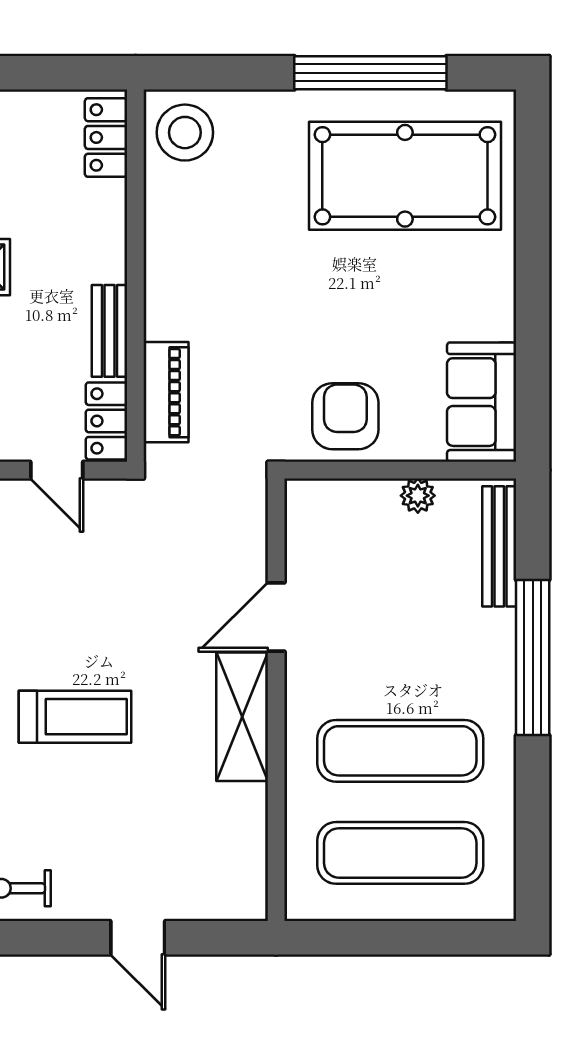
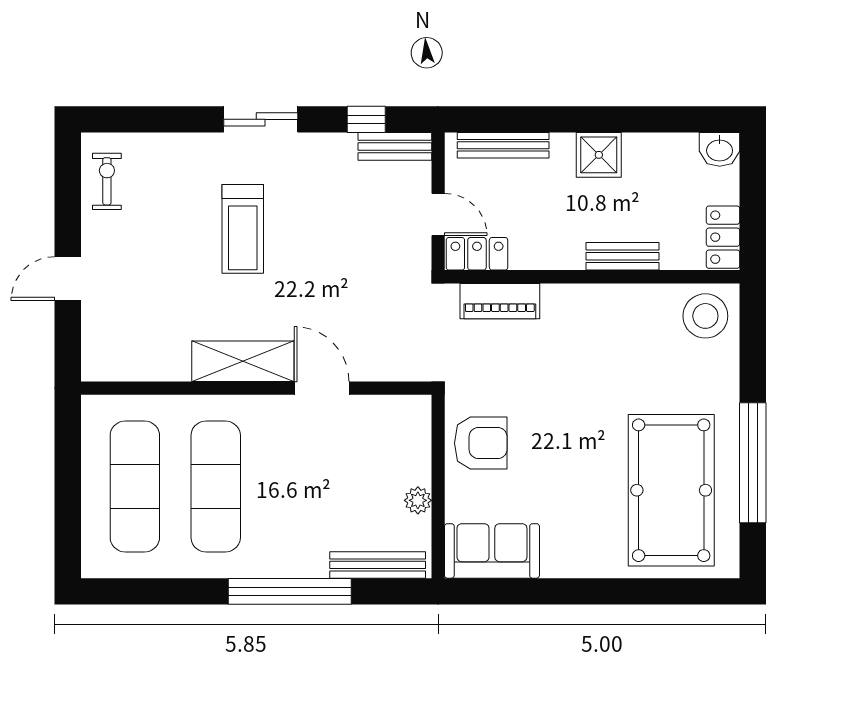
locker: (106, 137) -> (723, 237), moved, turned -90
bench: (110, 331) -> (622, 256), moved
door: (57, 470) -> (438, 214), swing flipped

